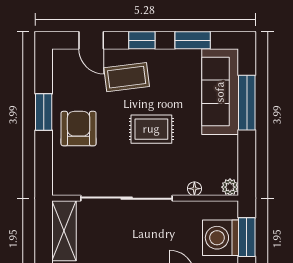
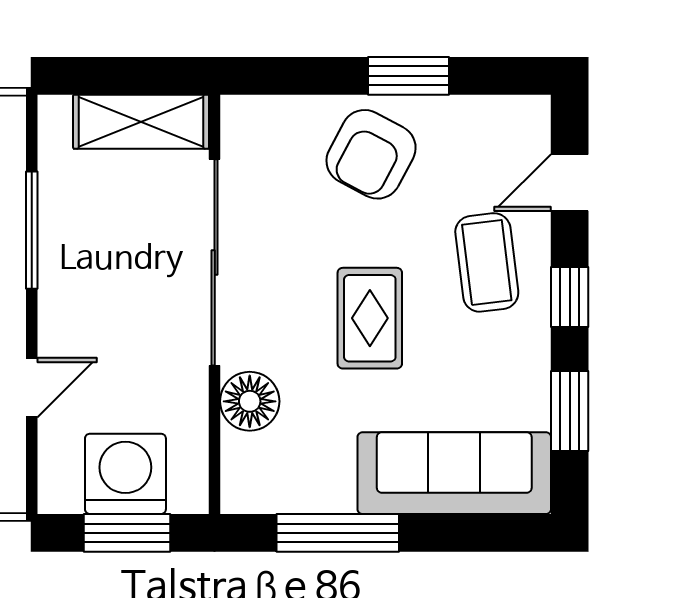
window: (247, 103) -> (338, 533), moved
armchair: (79, 129) -> (371, 154), turned 118
plant: (230, 187) -> (239, 495), removed
floor lamp: (194, 189) -> (250, 401), width x1.89, depth x1.89

